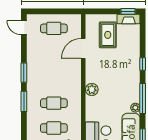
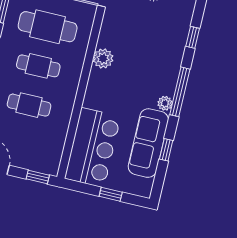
cafe table: (54, 78) -> (48, 27), added

